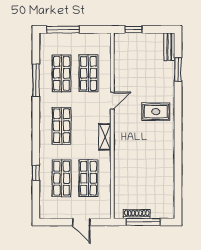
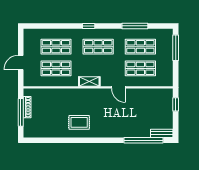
window: (178, 69) -> (144, 140), width x2.11
rug: (156, 112) -> (79, 122), moved, turned 90
window: (36, 173) -> (89, 26), moved

